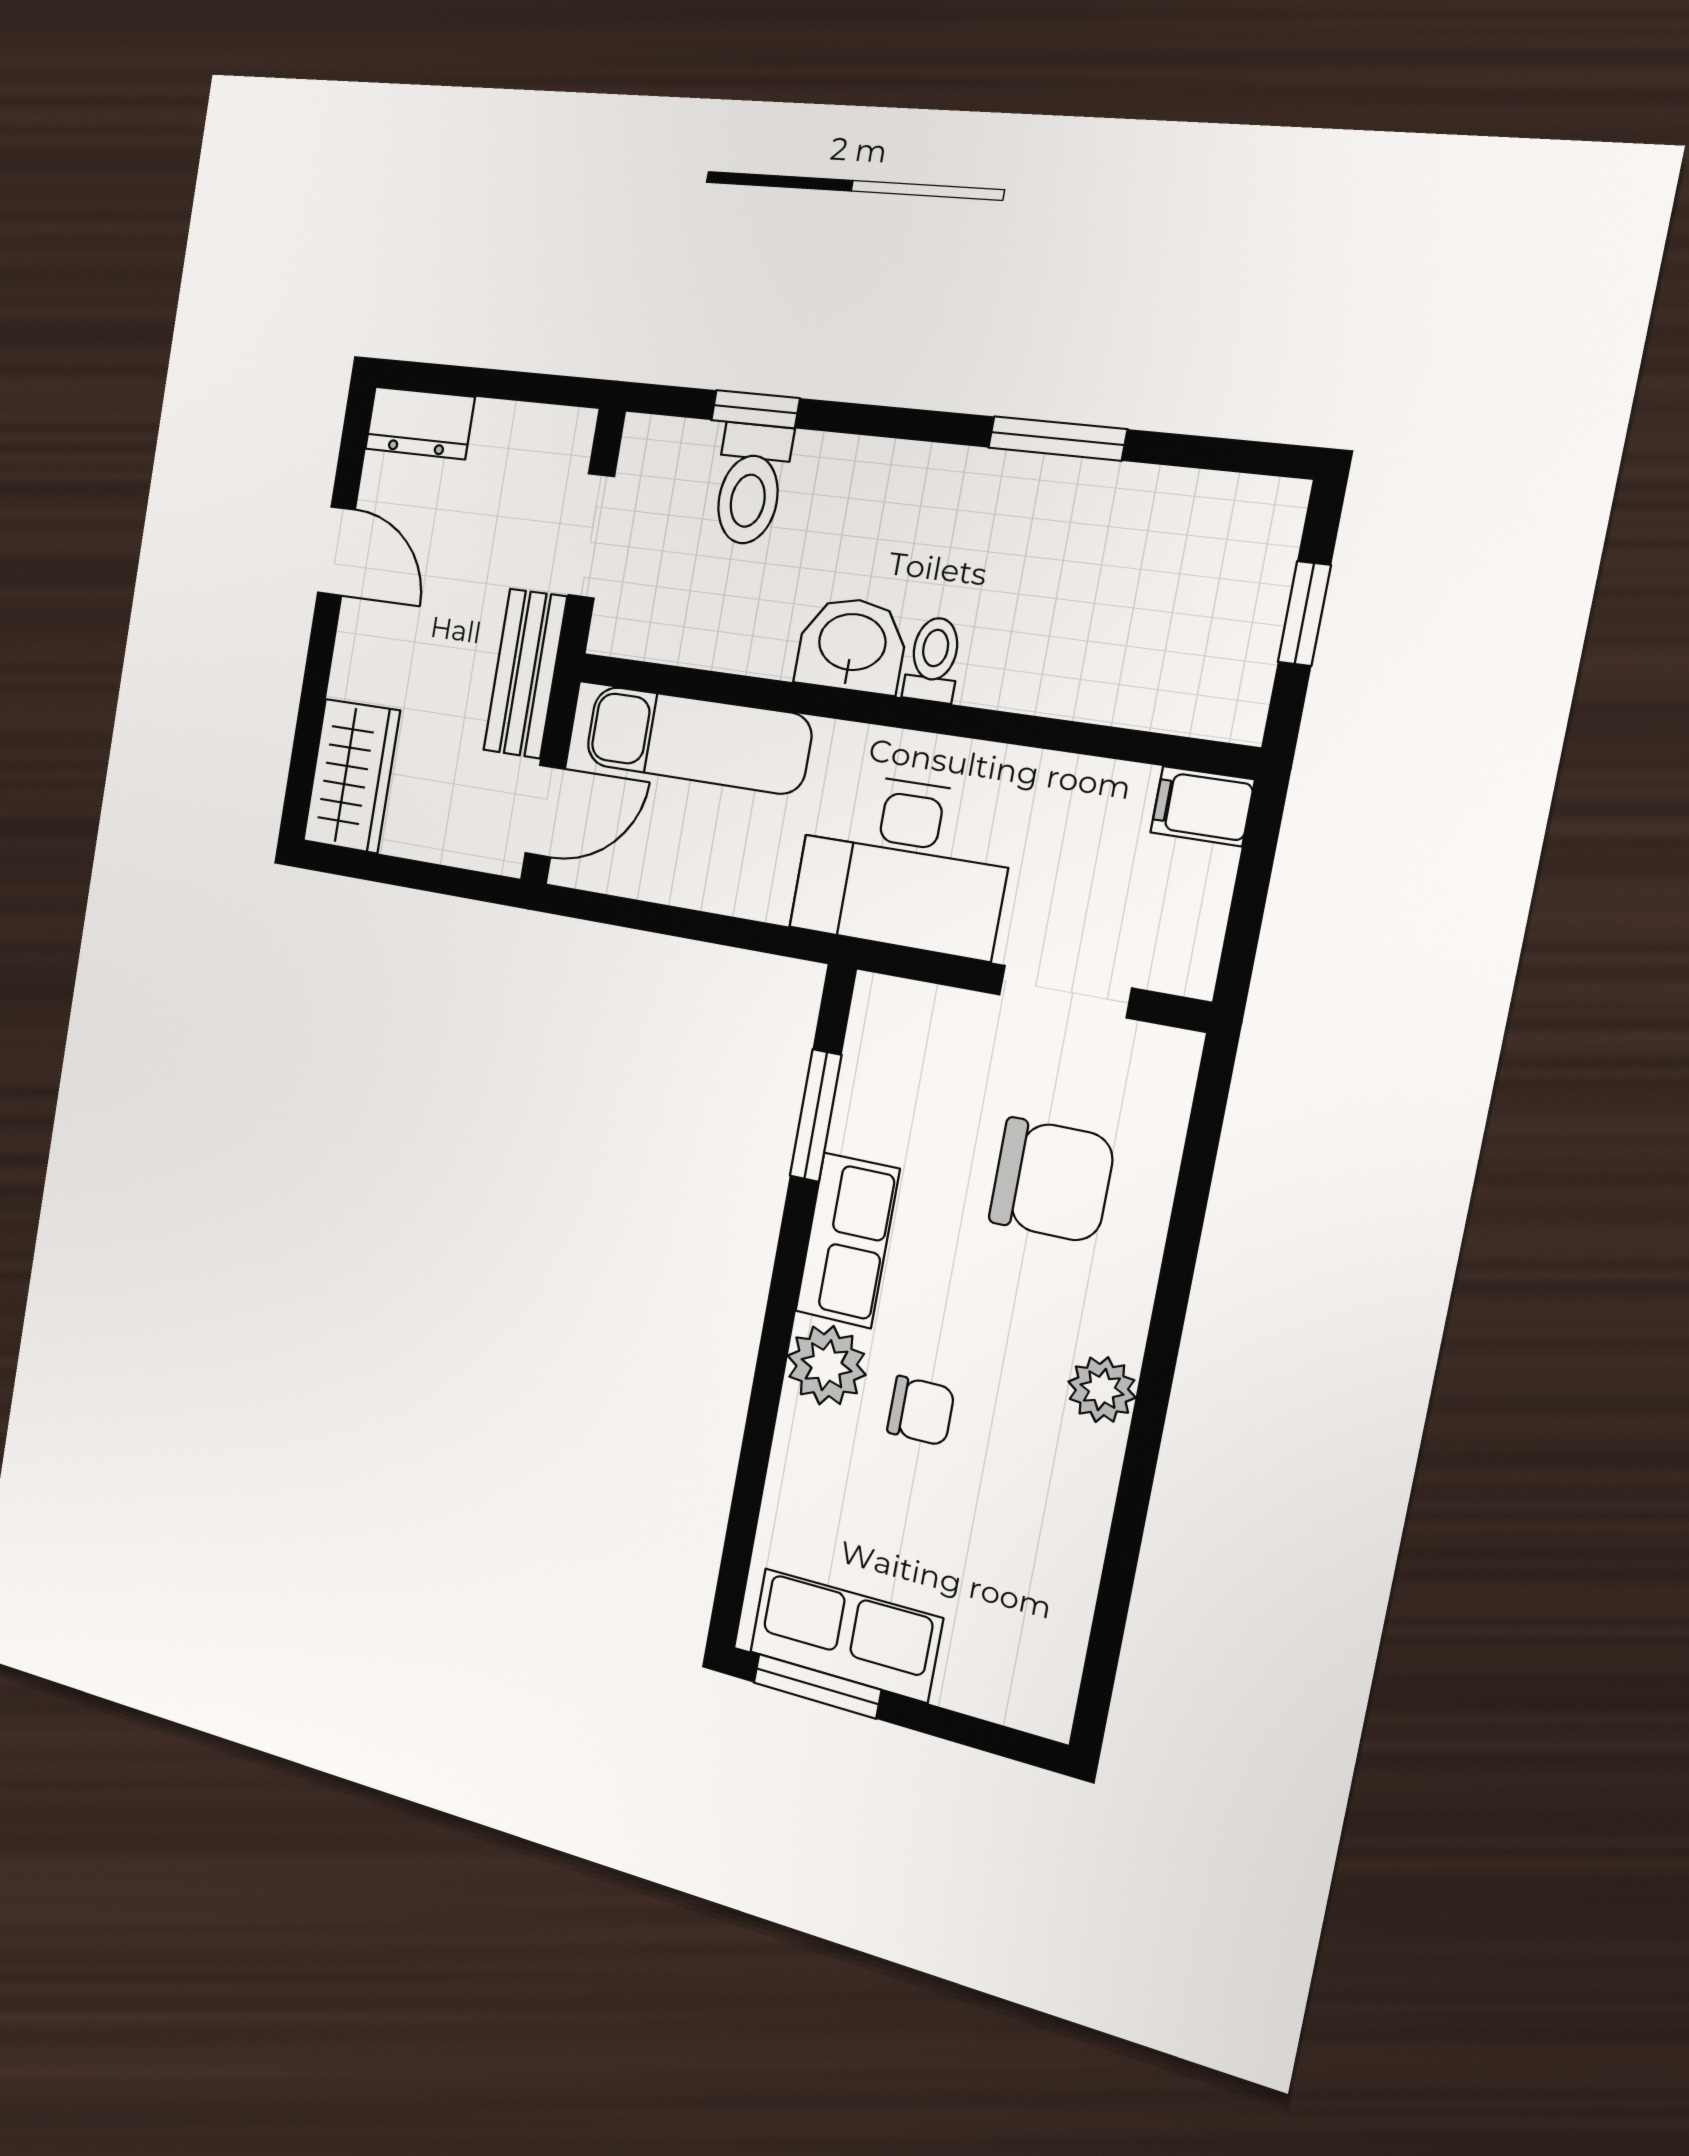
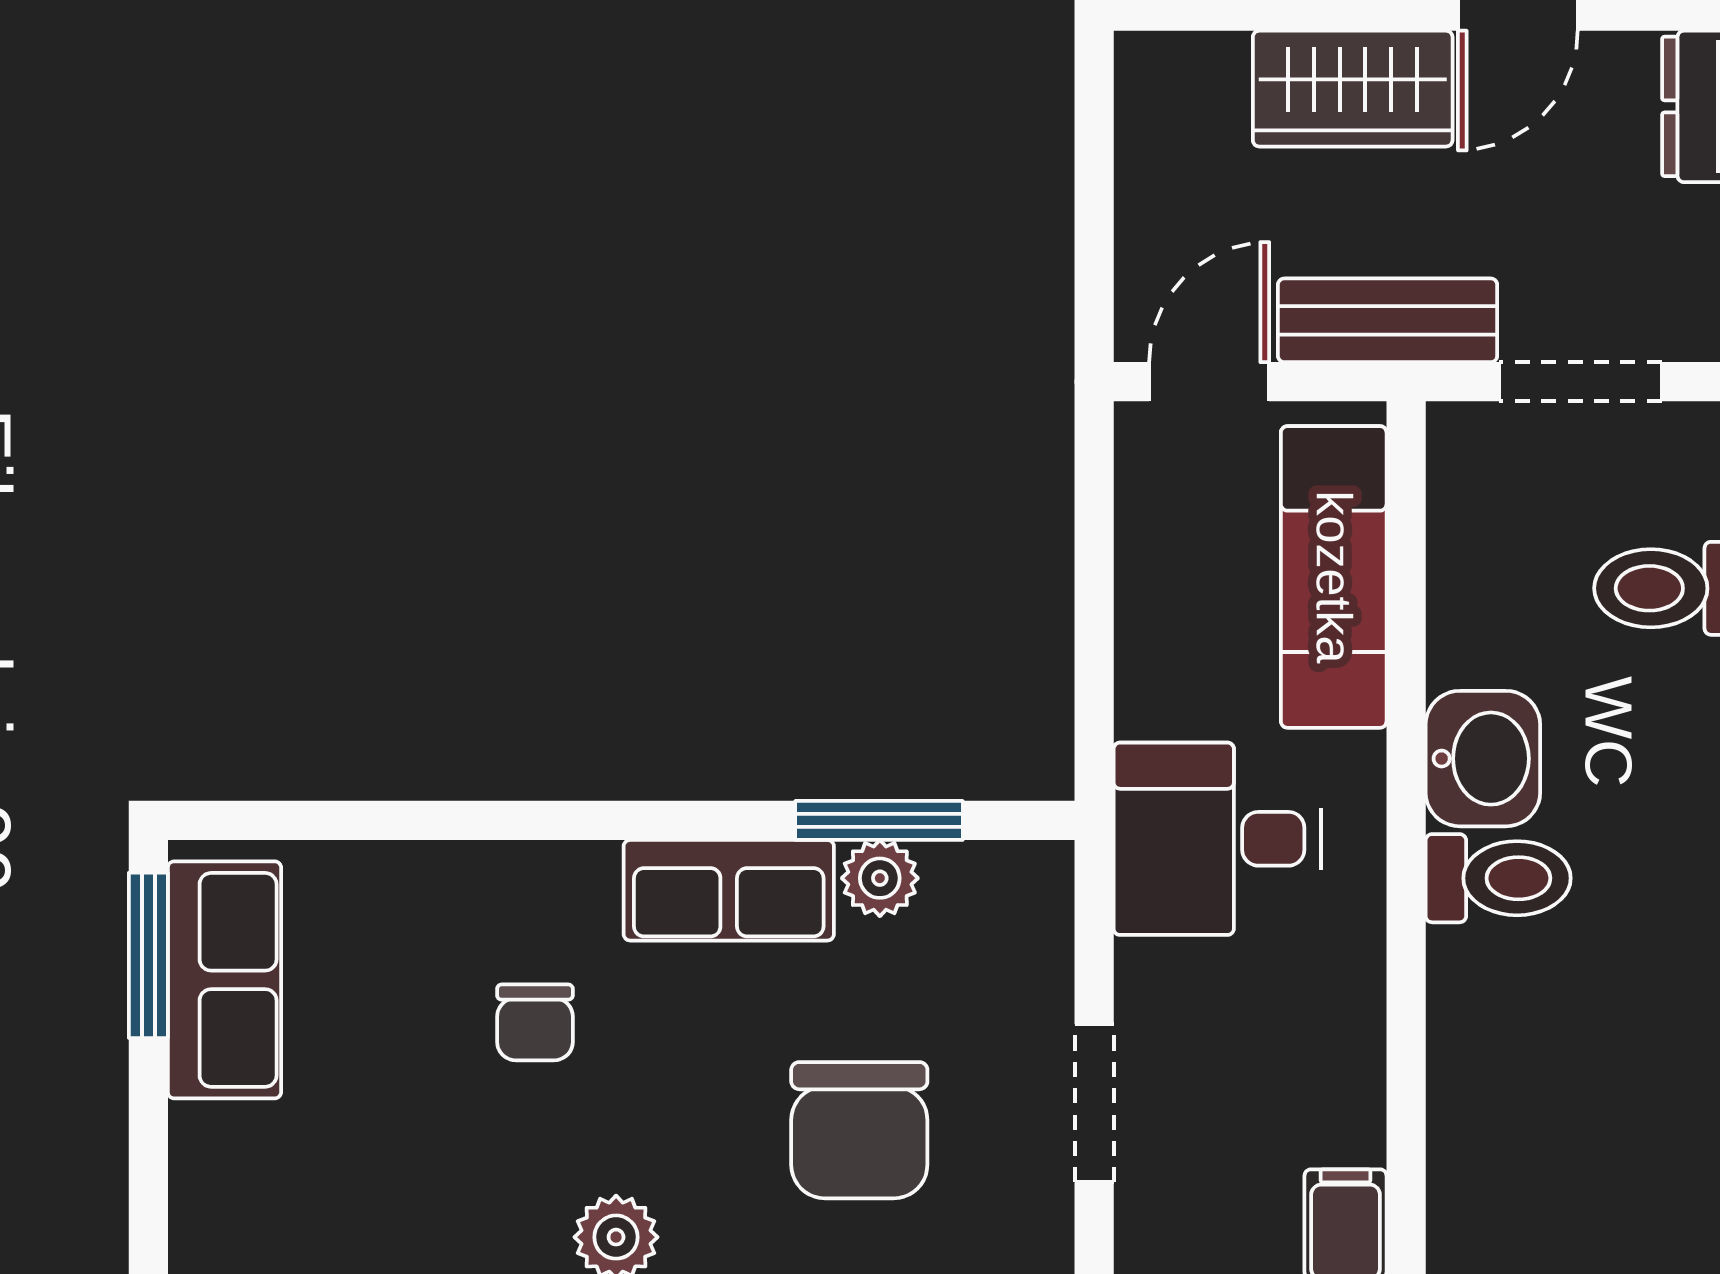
toilet: (934, 660) -> (1498, 878), width x1.37, depth x1.39
wardrobe: (351, 776) -> (1353, 89), moved
door: (545, 811) -> (1209, 382), swing flipped
desk: (903, 864) -> (1217, 839), width x0.73
plant: (826, 1365) -> (880, 878), moved, width x0.73, depth x0.73

